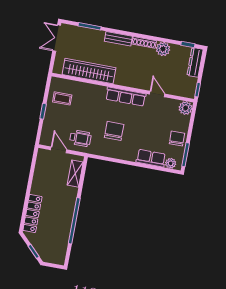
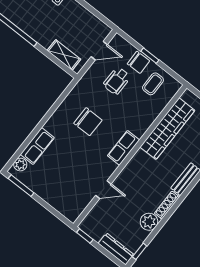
row of seats: (126, 97) -> (123, 148), width x0.68
plant: (186, 108) -> (72, 212), removed
wheelchair: (80, 138) -> (117, 81), moved
chair: (177, 138) -> (138, 62), moved

